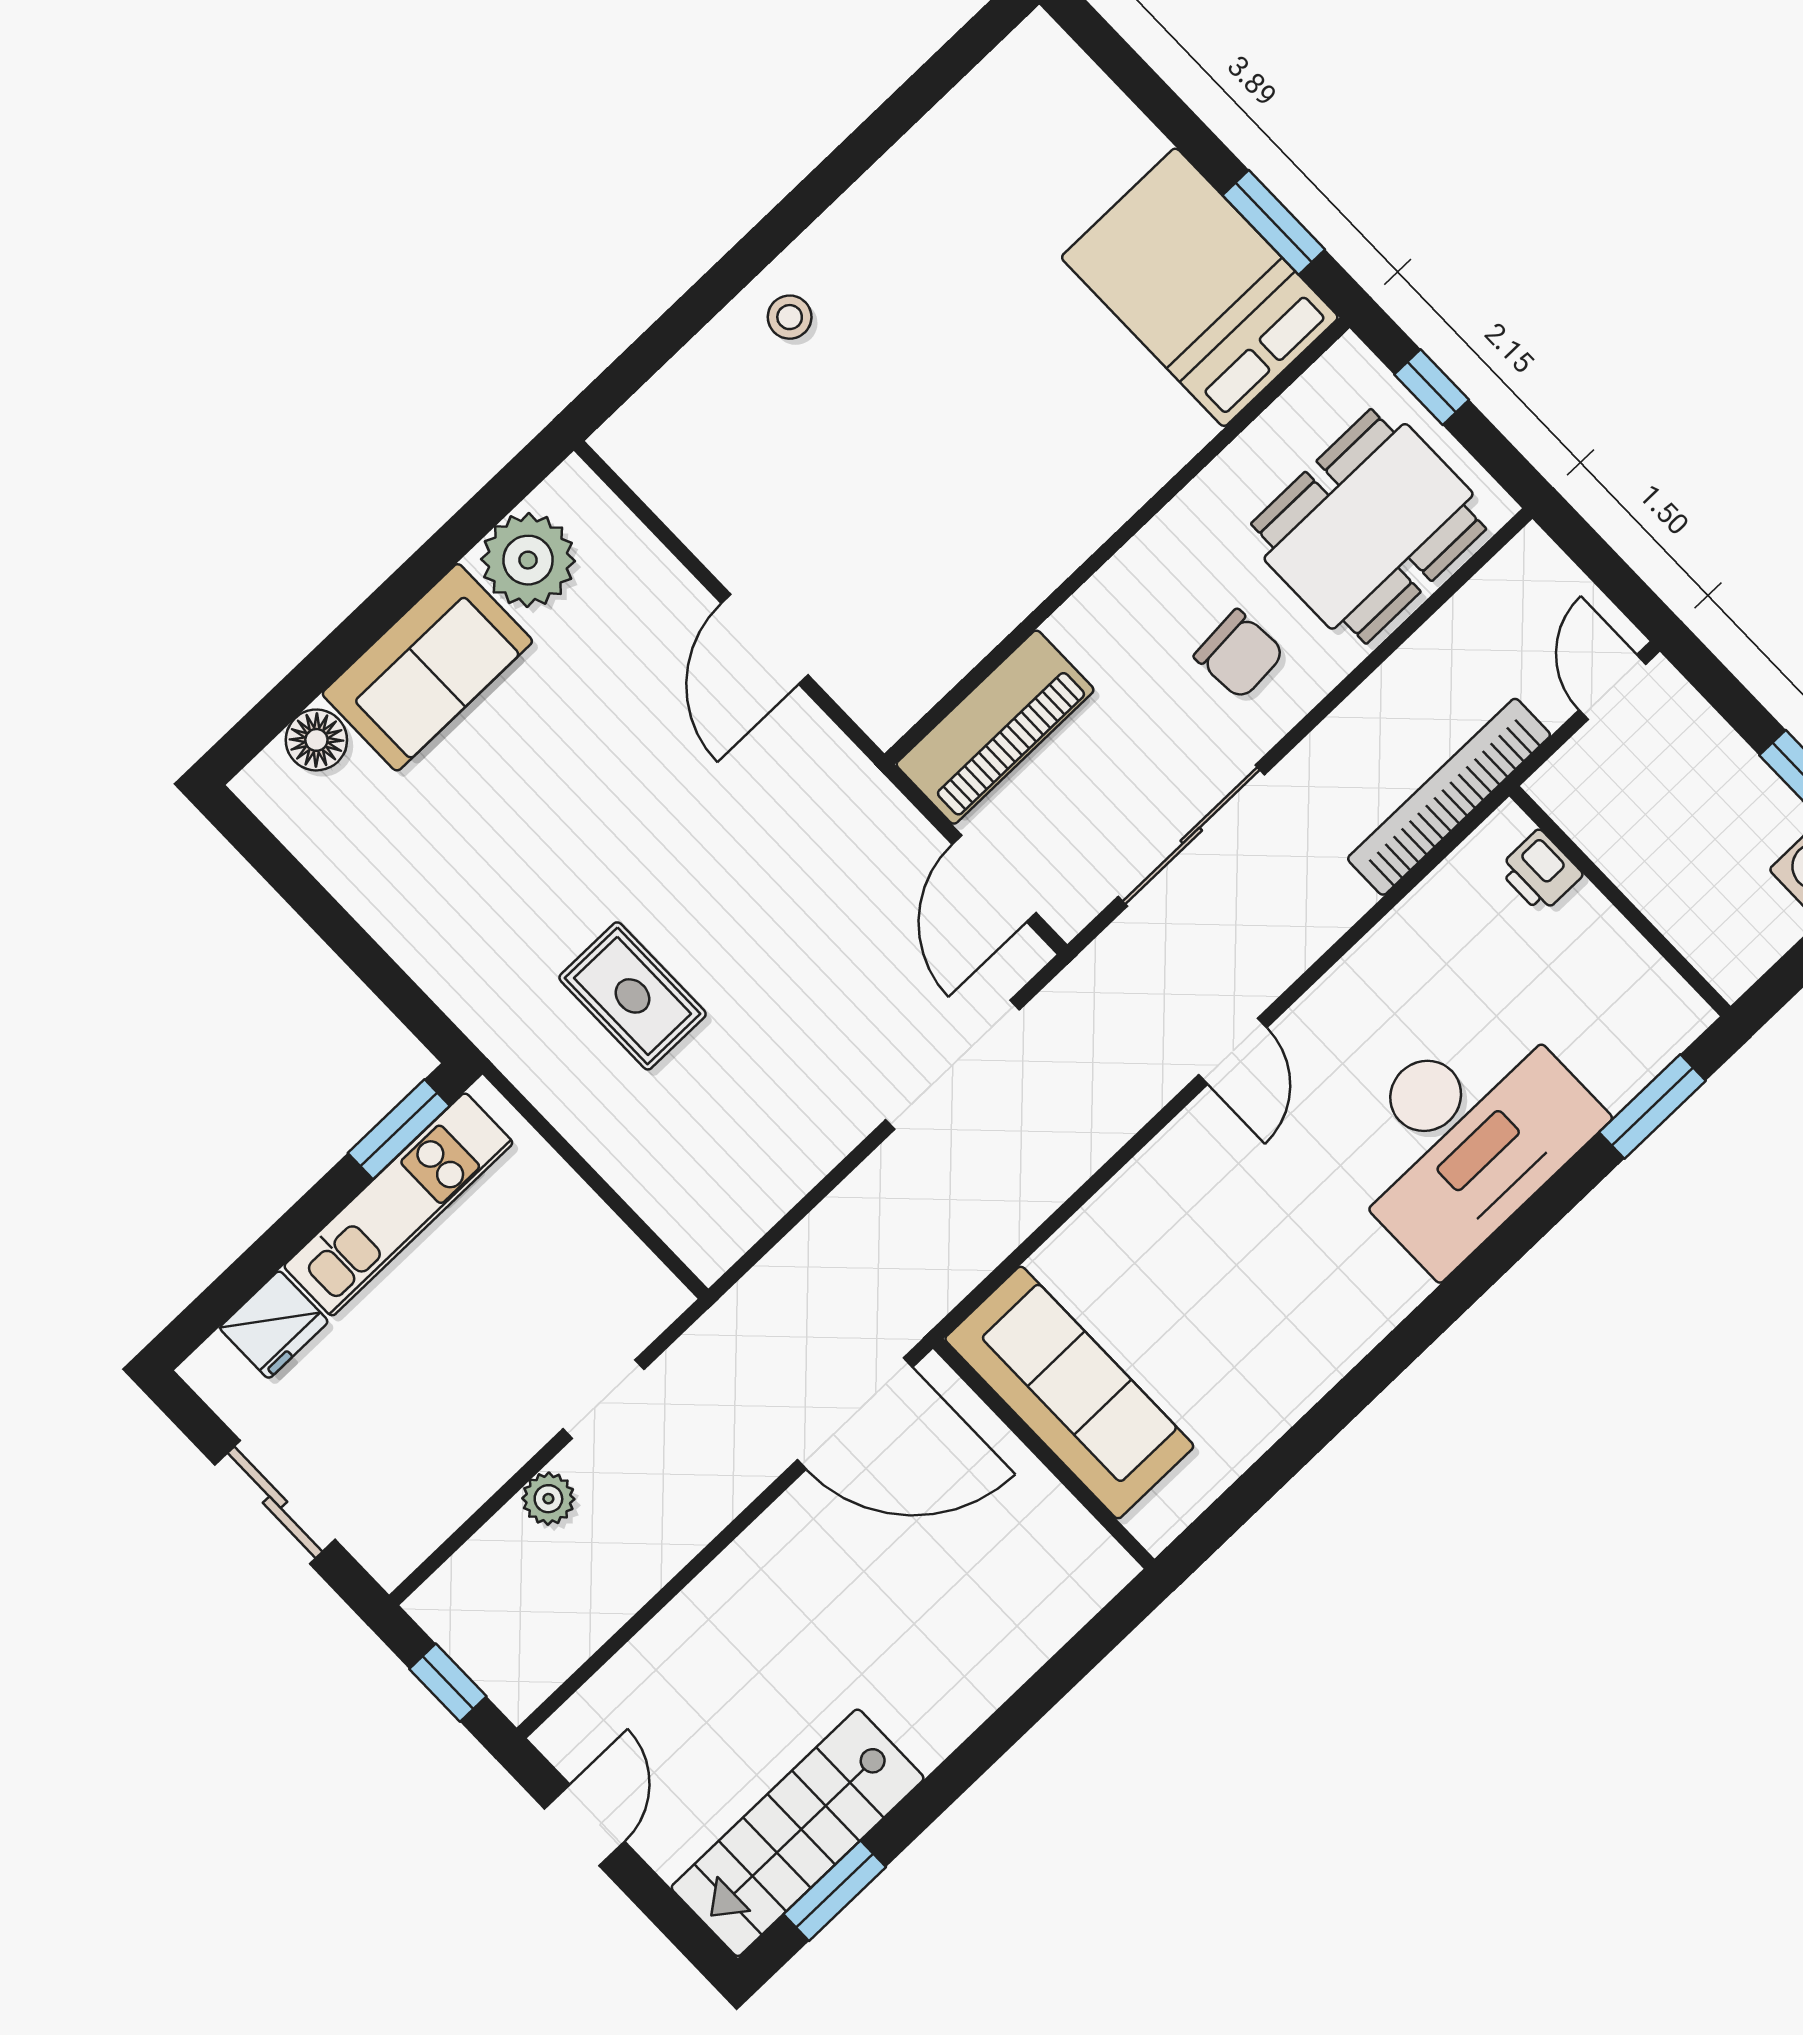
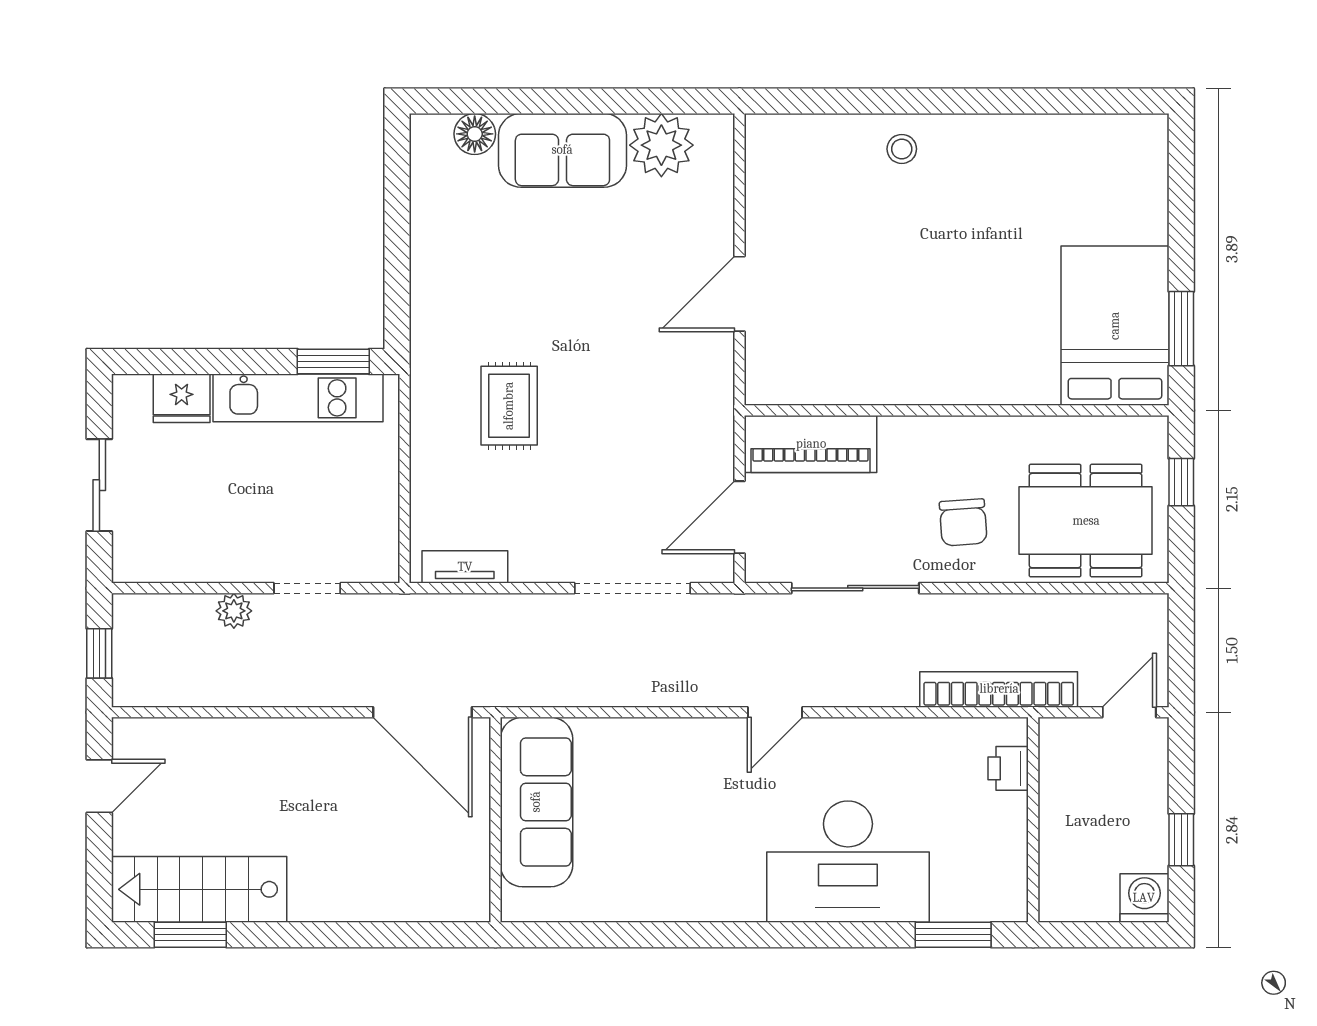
tv unit: (751, 1214) -> (465, 567), added

